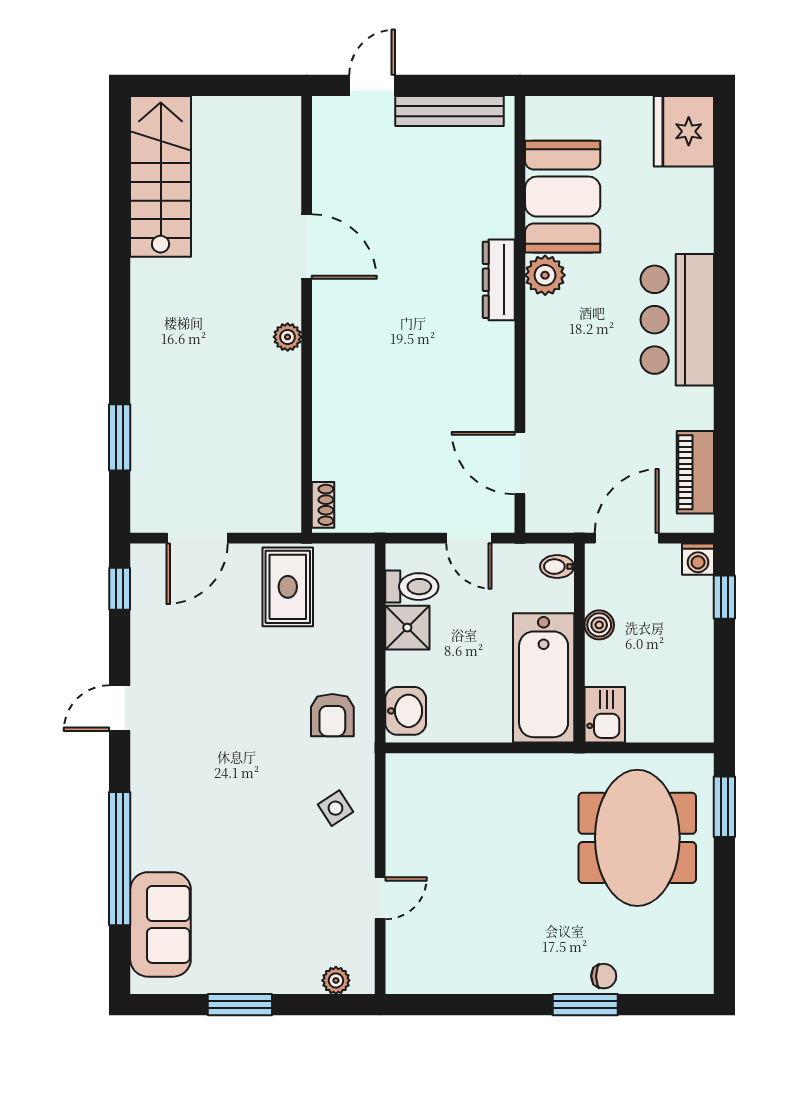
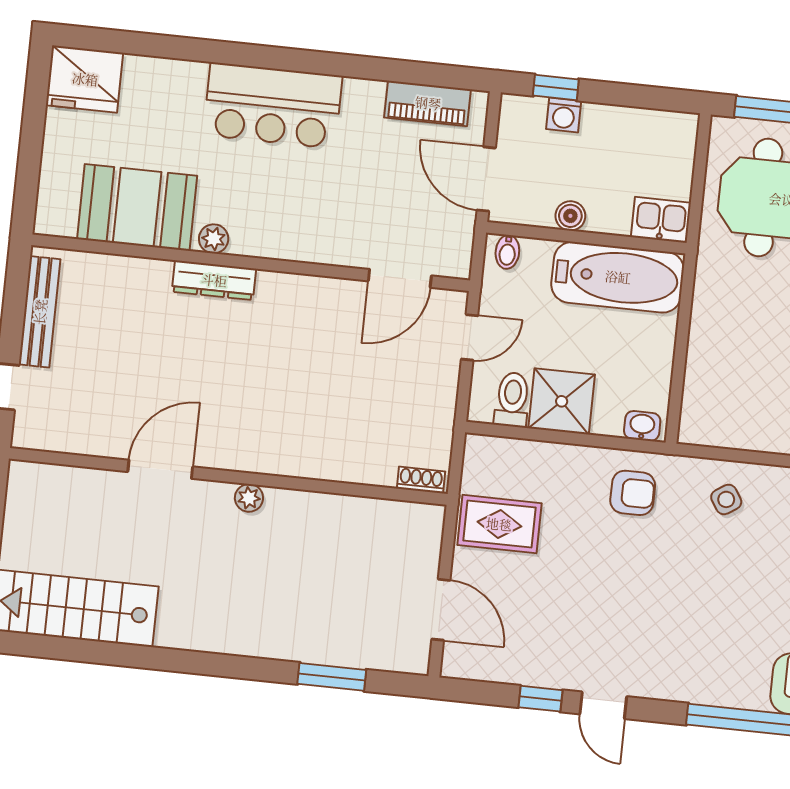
plant: (545, 275) -> (214, 239), width x0.73, depth x0.73
washing machine: (698, 559) -> (564, 115), moved, turned 90
window: (120, 589) -> (540, 699), moved
shower: (407, 628) -> (562, 401), width x1.36, depth x1.36
washbasin: (406, 711) -> (642, 426), width x0.72, depth x0.69

